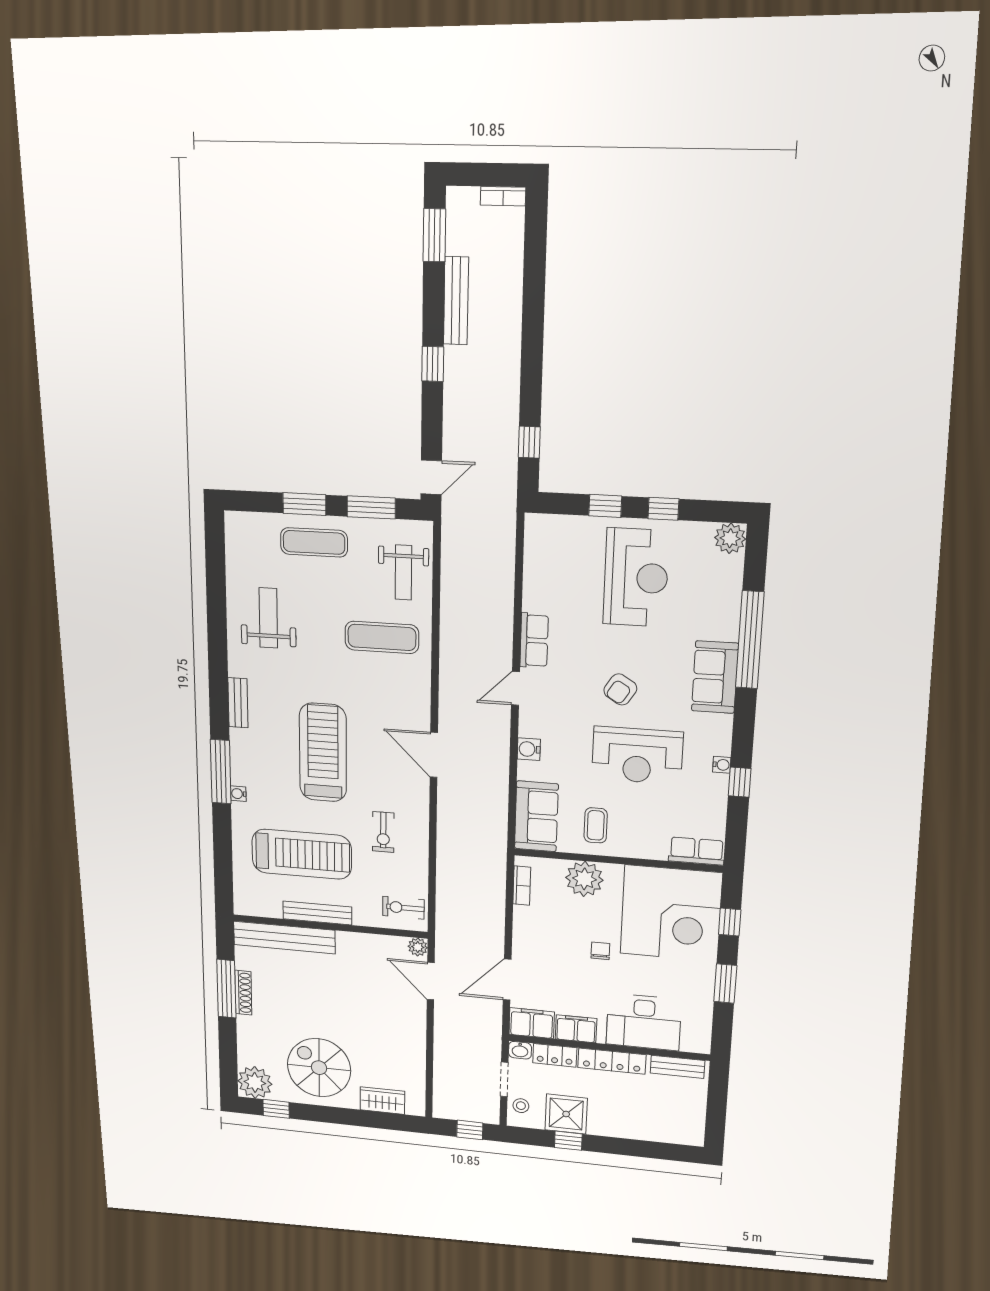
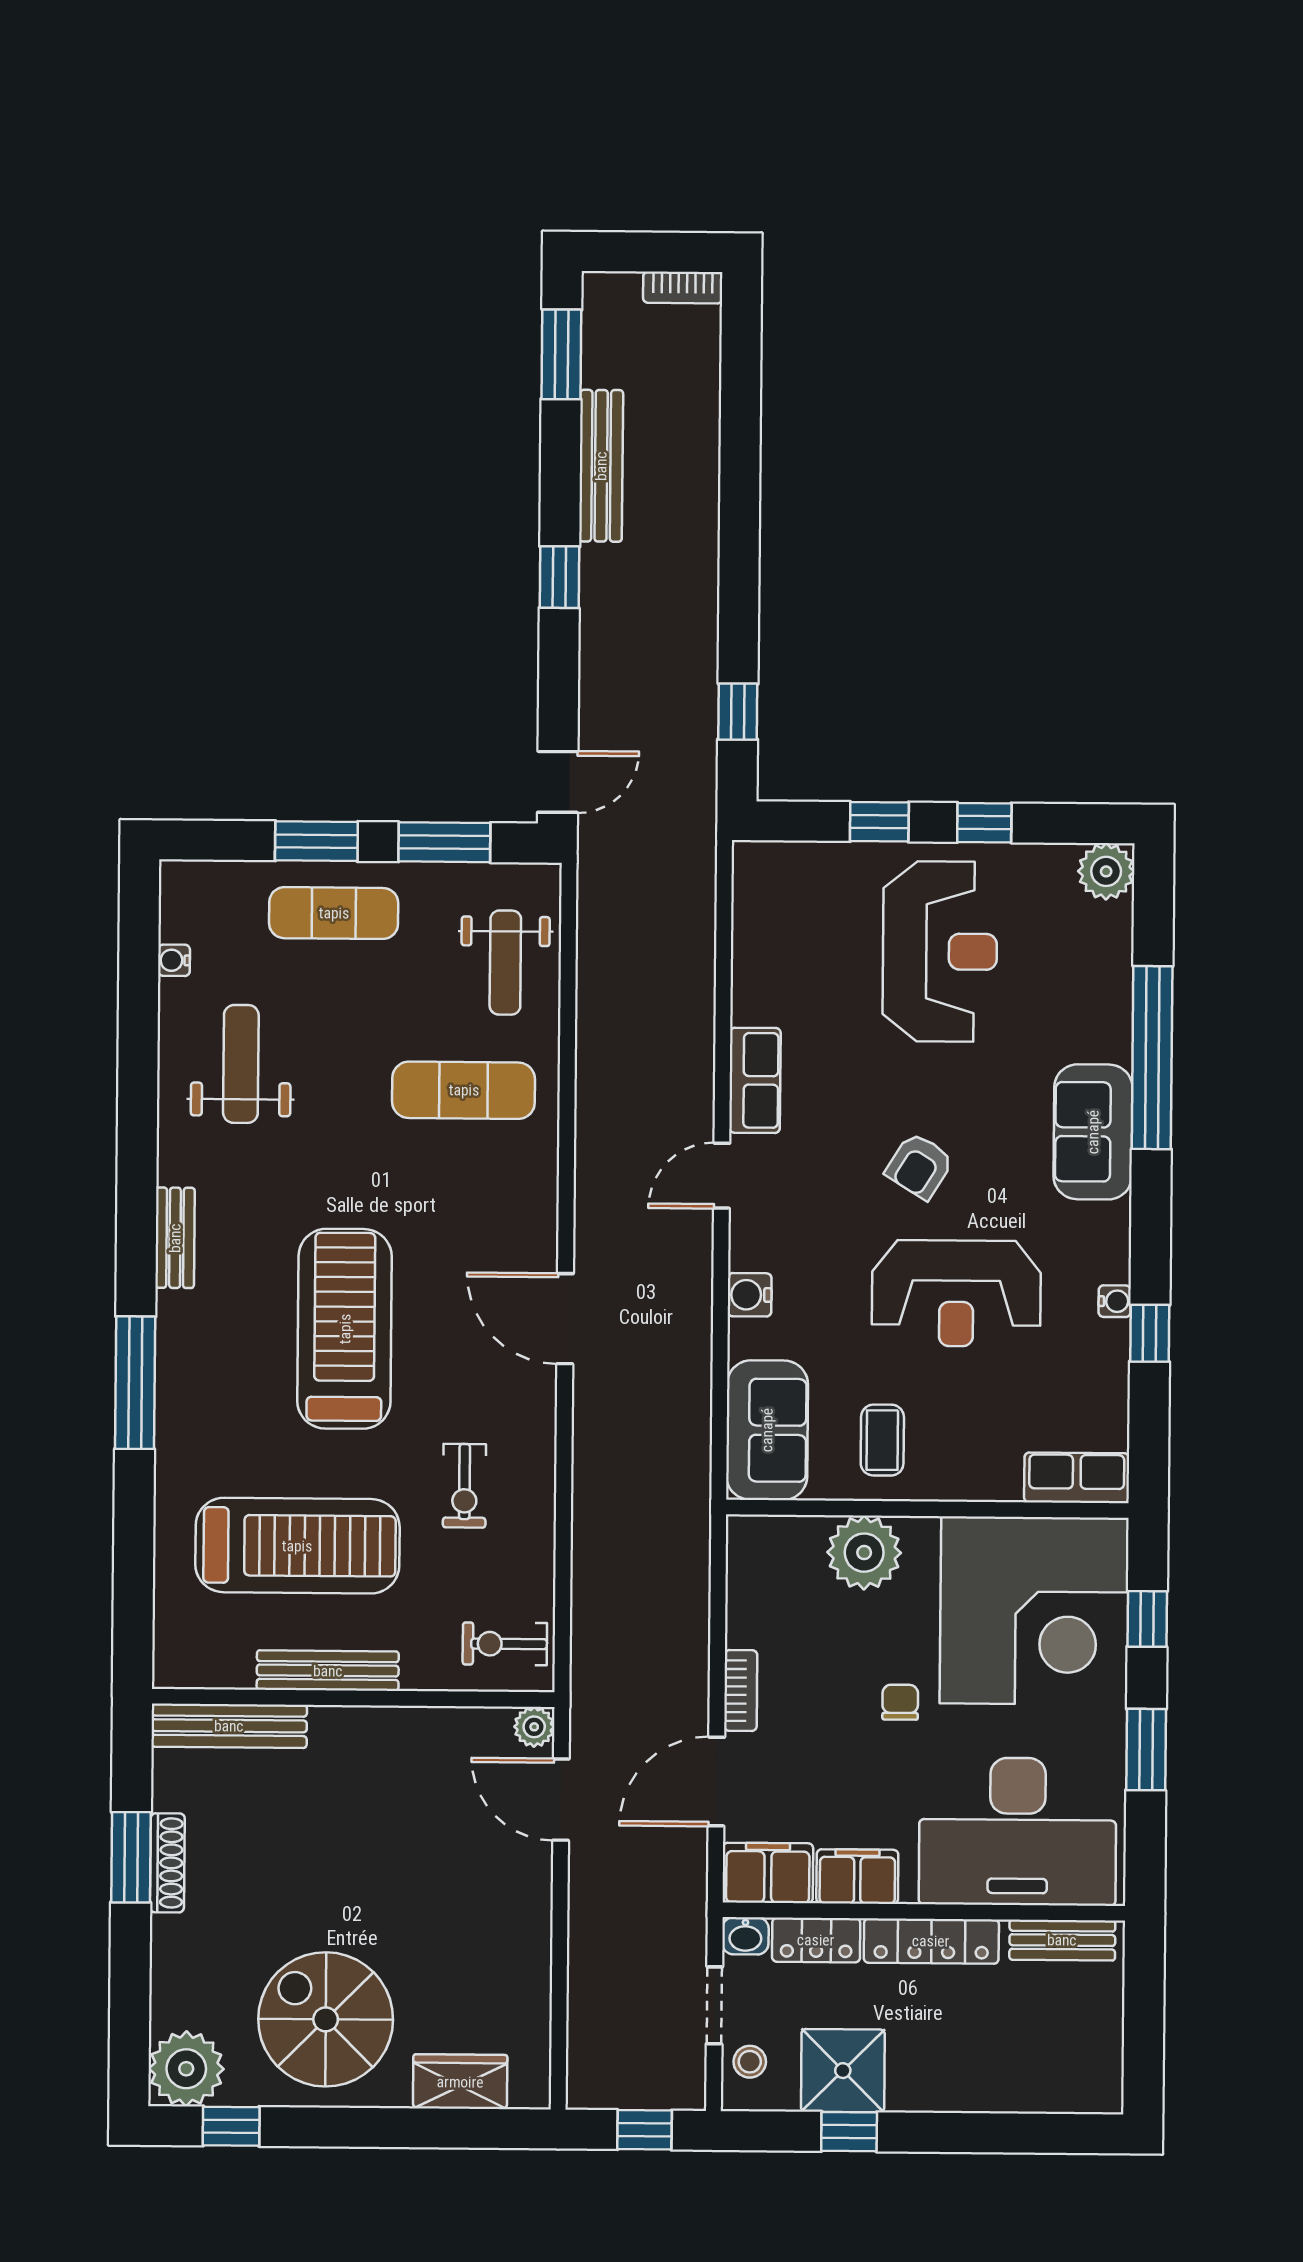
water cooler: (238, 794) -> (174, 960), moved
bookcase: (522, 886) -> (741, 1691), moved
bench: (284, 938) -> (229, 1726), width x0.73, depth x0.82
window: (226, 989) -> (131, 1857), width x0.69
desk: (644, 1022) -> (1018, 1831), width x1.36, depth x1.30

